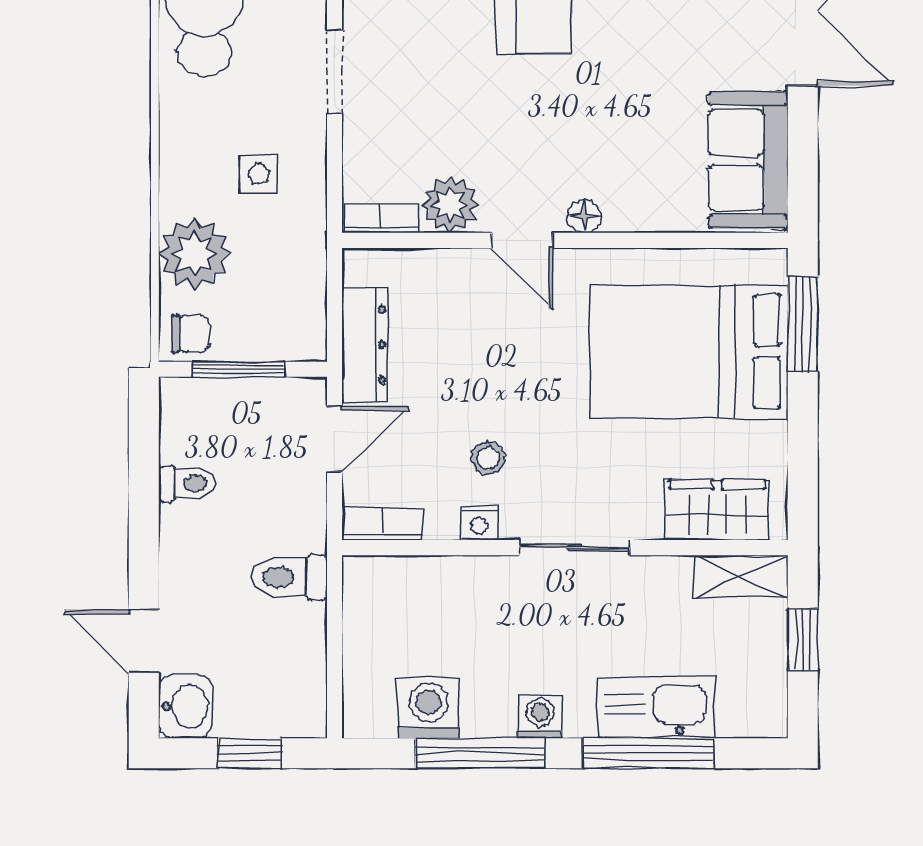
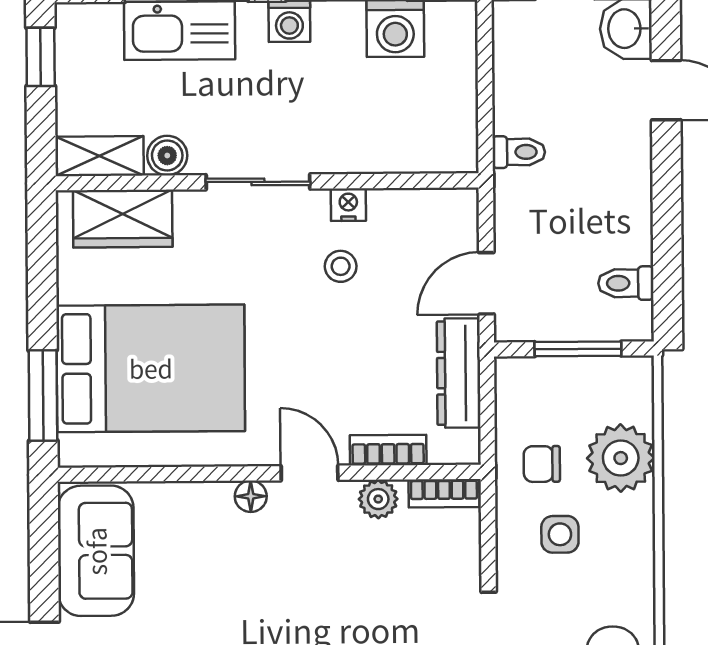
plant: (450, 205) -> (378, 499), width x0.73, depth x0.73
chair: (190, 334) -> (542, 464), moved
toilet: (188, 483) -> (626, 283), moved
bookcase: (382, 524) -> (388, 450), moved, turned 180
boiler: (670, 576) -> (167, 156), added
toilet: (289, 577) -> (519, 152), width x0.73, depth x0.72
window: (803, 639) -> (41, 57), moved

